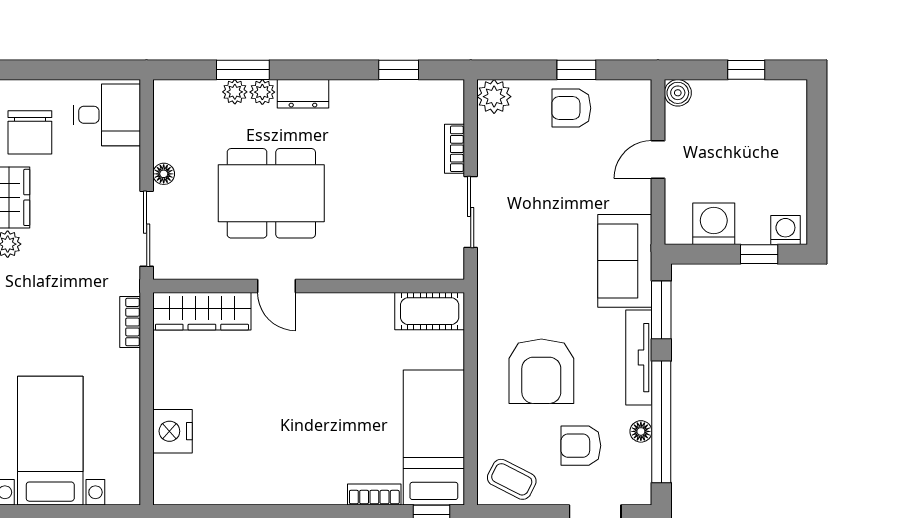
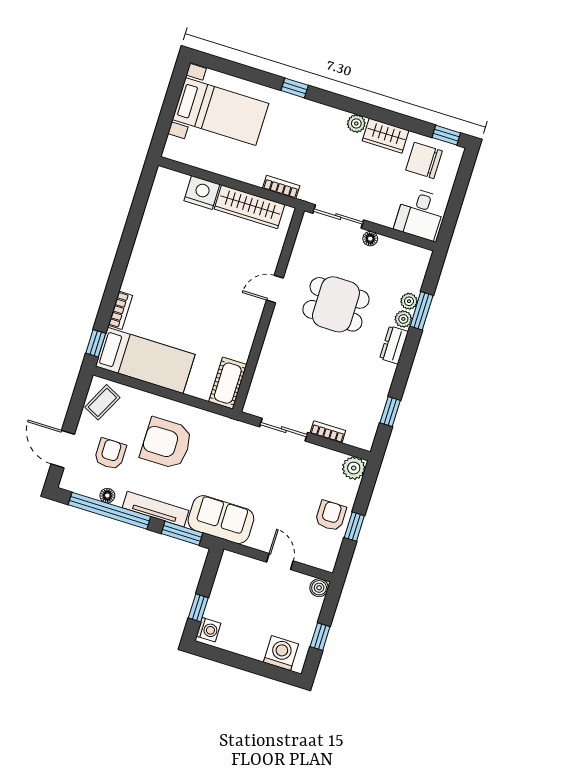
dining table: (271, 193) -> (336, 304), width x0.73
washing machine: (714, 224) -> (281, 653), moved, turned -90
wardrobe: (202, 311) -> (250, 207), moved, turned -90

